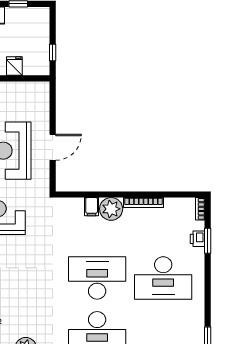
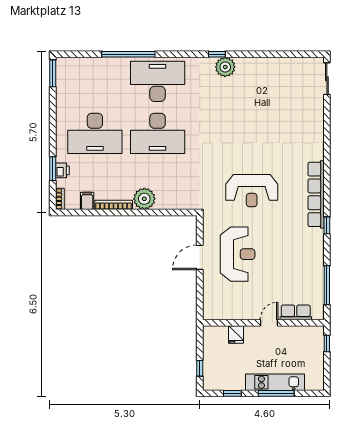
window: (53, 53) -> (200, 368), moved
filing cabinet: (92, 207) -> (87, 201), moved
desk: (163, 278) -> (95, 133), turned 180

